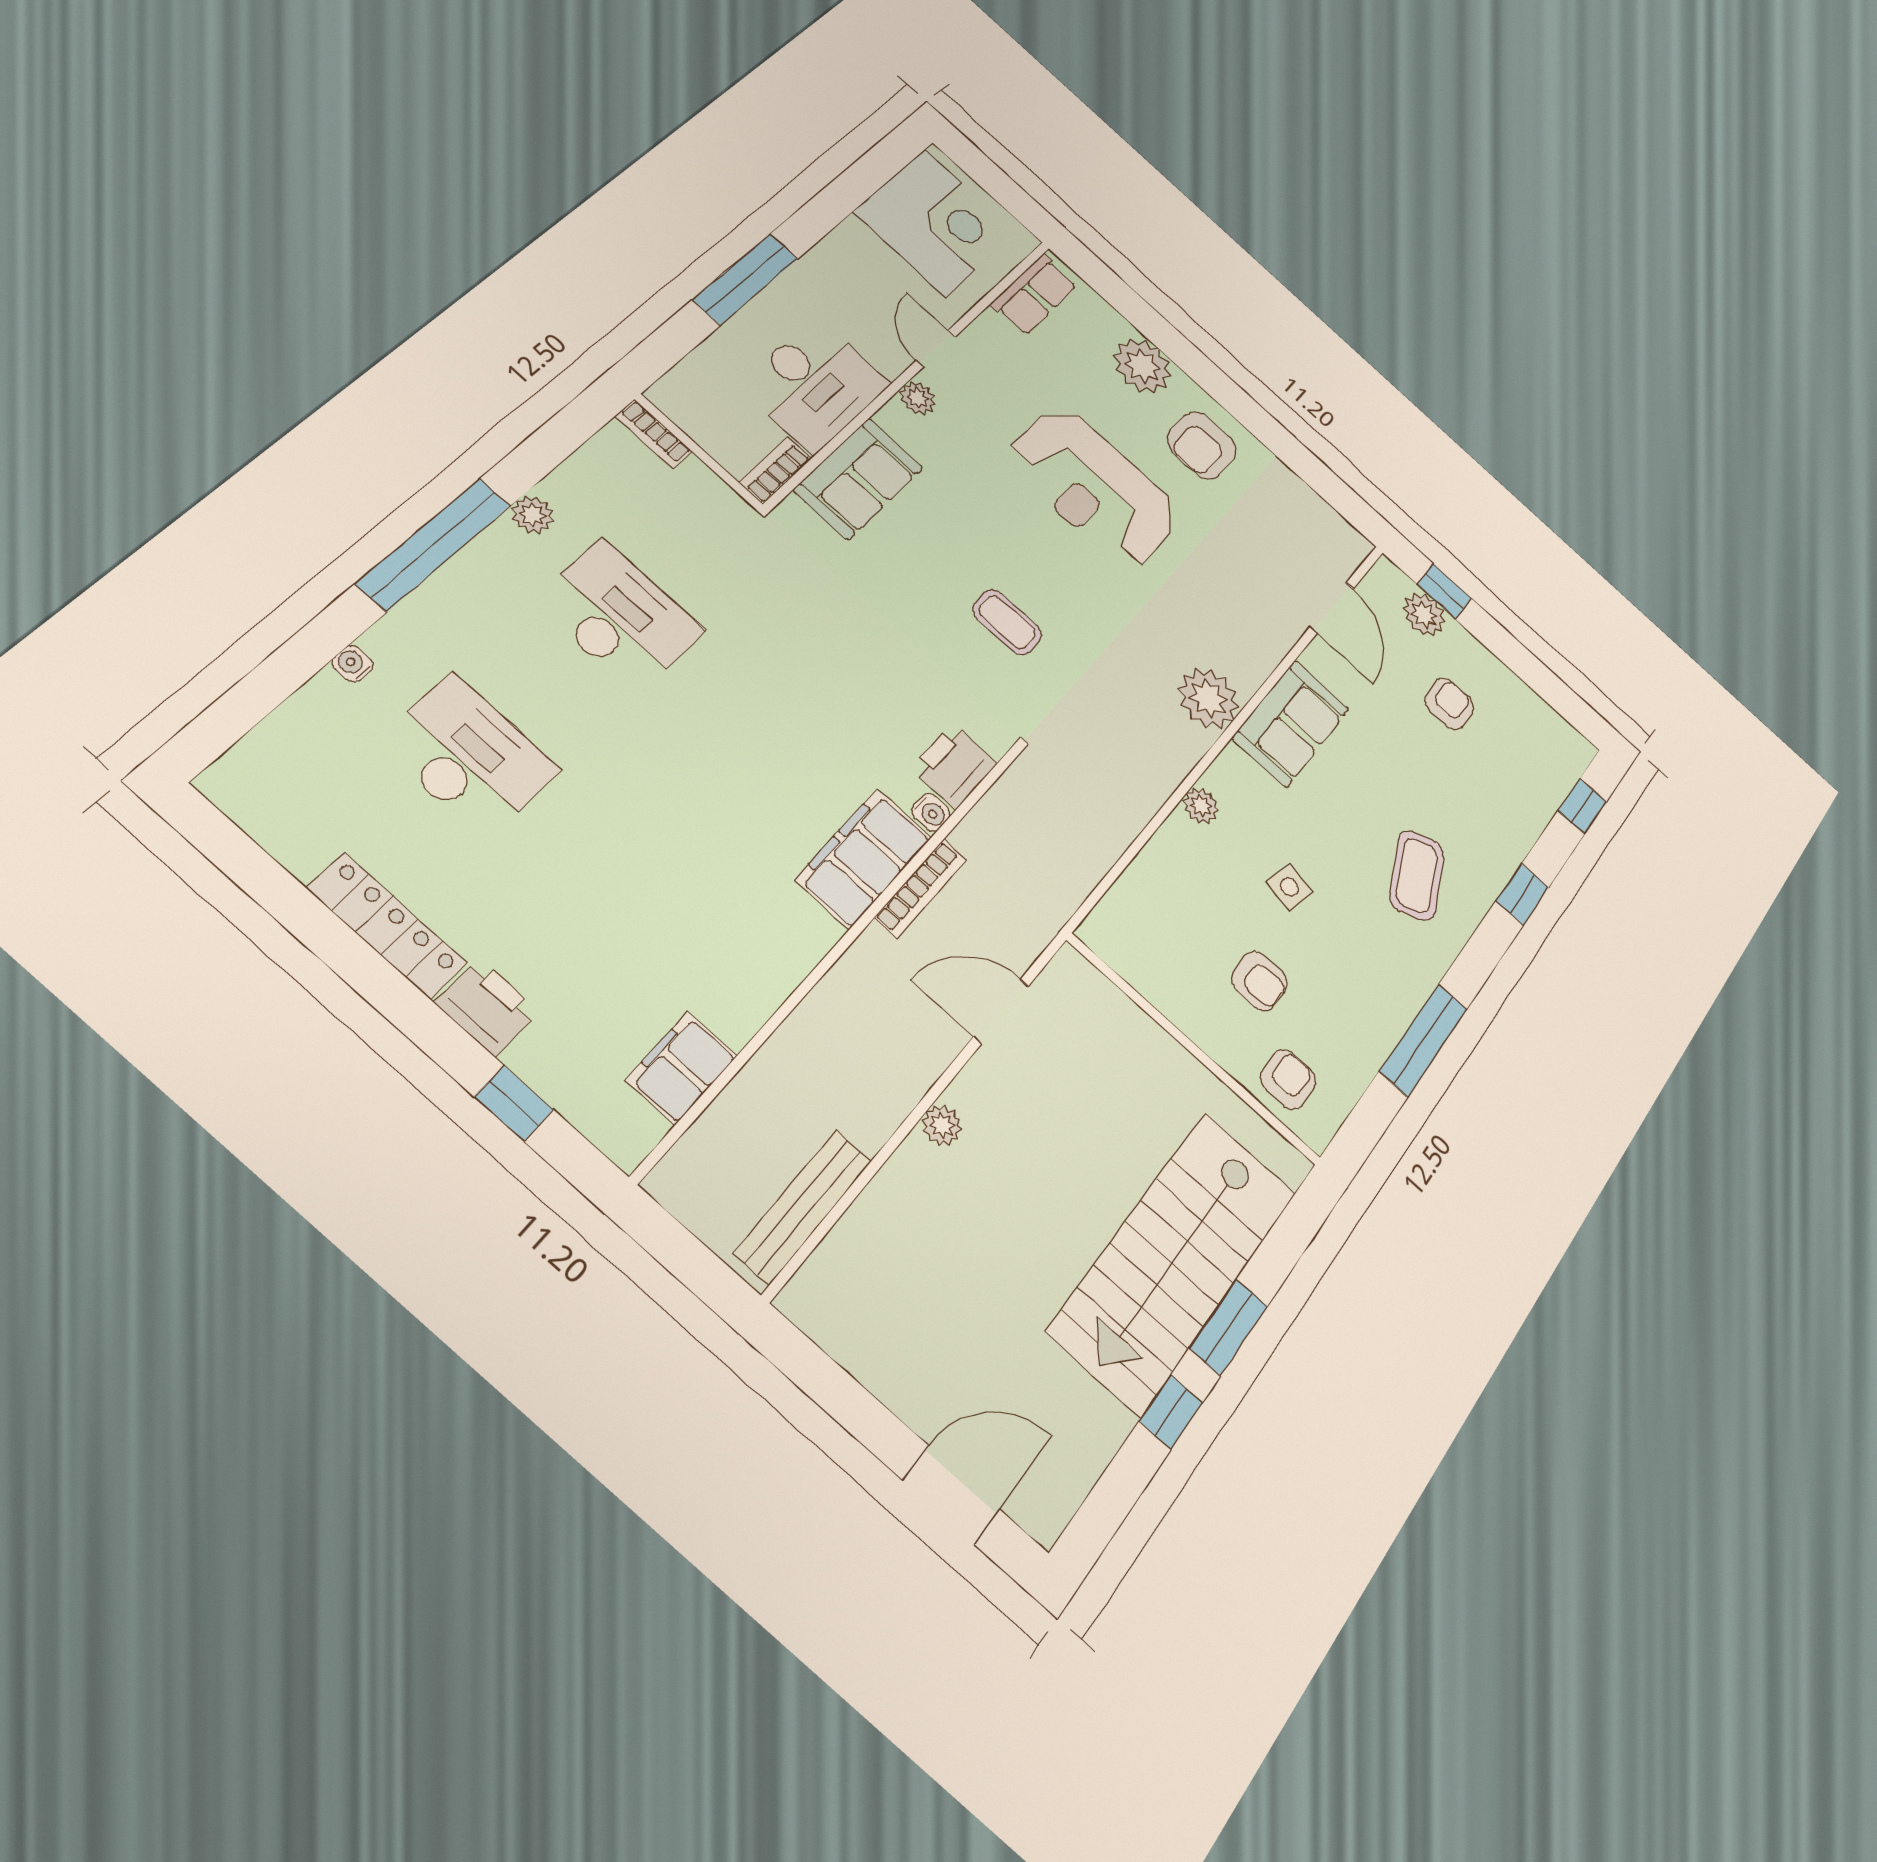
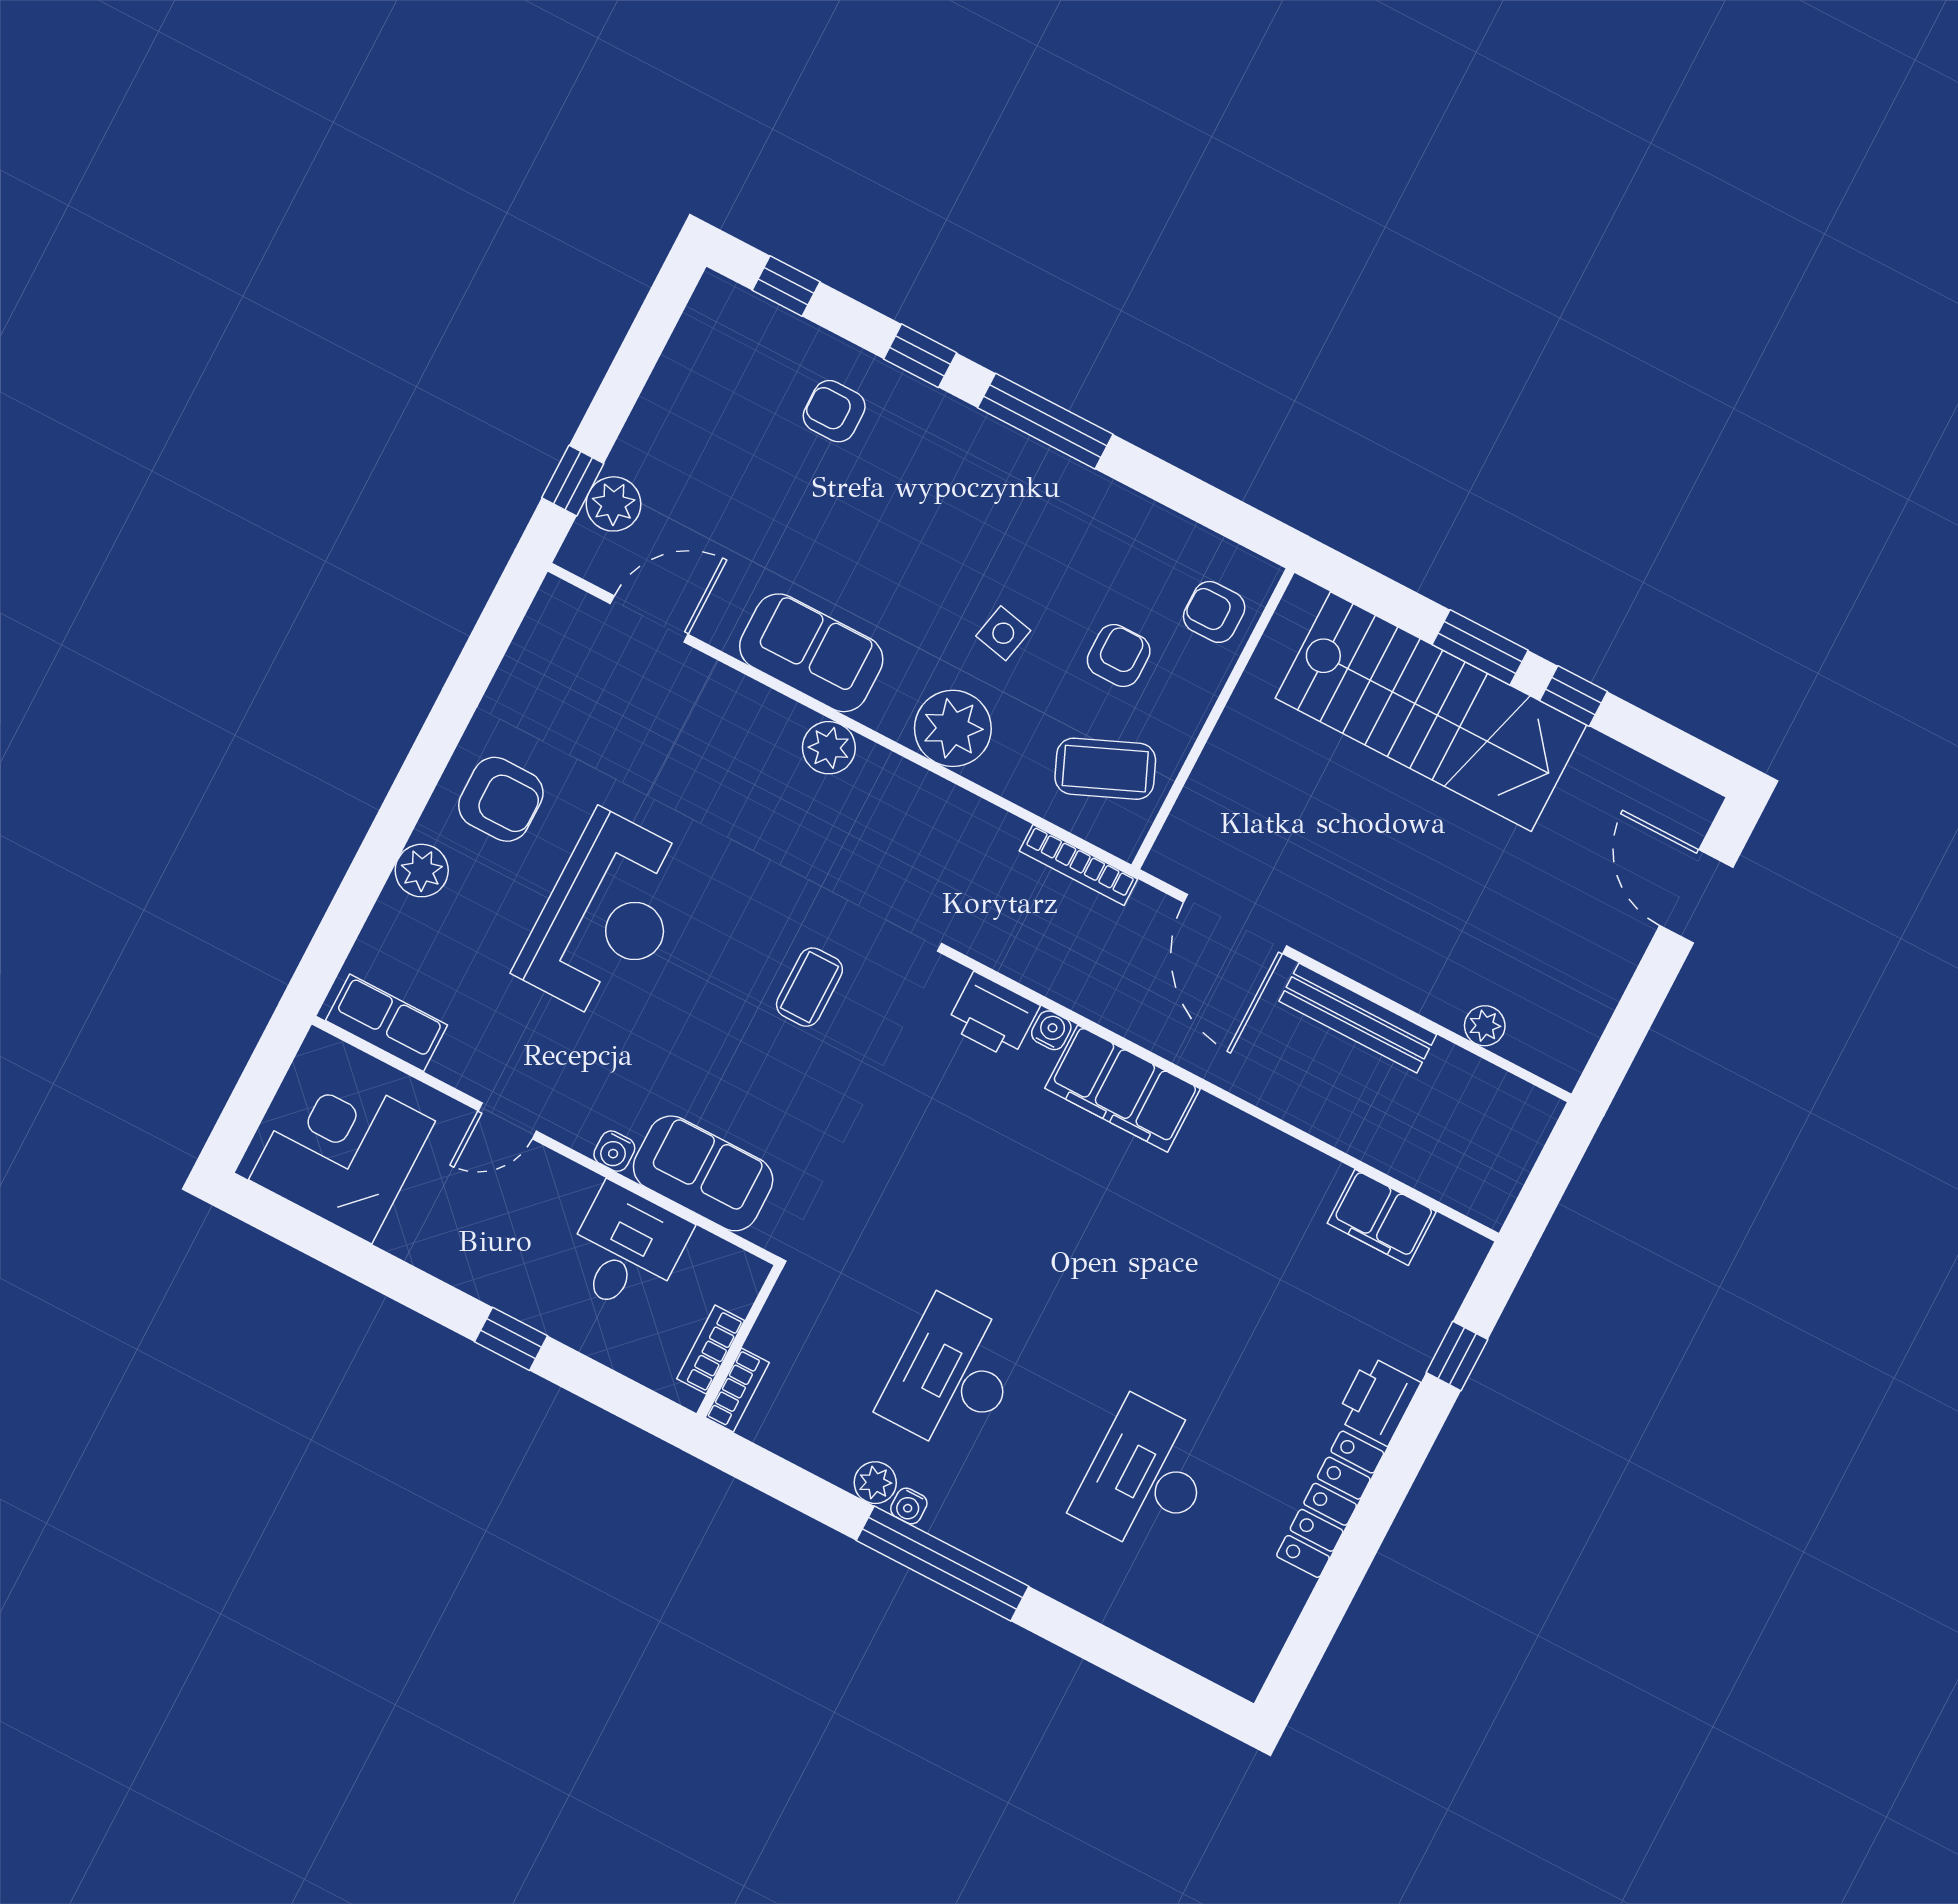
window: (746, 279) -> (511, 1339), width x0.46
plant: (1142, 366) -> (422, 871), width x0.73, depth x0.73
desk: (815, 385) -> (626, 1250), width x0.73
plant: (918, 398) -> (578, 1129), removed
water cooler: (893, 418) -> (614, 1151), added
bookcase: (775, 470) -> (711, 1350), moved, turned 90
water cooler: (353, 664) -> (909, 1506), moved
plant: (1208, 698) -> (829, 748), width x0.73, depth x0.73
armchair: (1449, 704) -> (834, 411), moved
plant: (1201, 806) -> (953, 728), width x1.88, depth x1.88
coffee table: (1417, 875) -> (1105, 769), moved
bookcase: (920, 889) -> (1078, 865), moved, turned 180
door: (1001, 1011) -> (1235, 924), width x1.36
window: (1423, 1040) -> (1045, 421), moved
plant: (942, 1125) -> (1485, 1026), moved
bench: (803, 1206) -> (1358, 1018), moved

